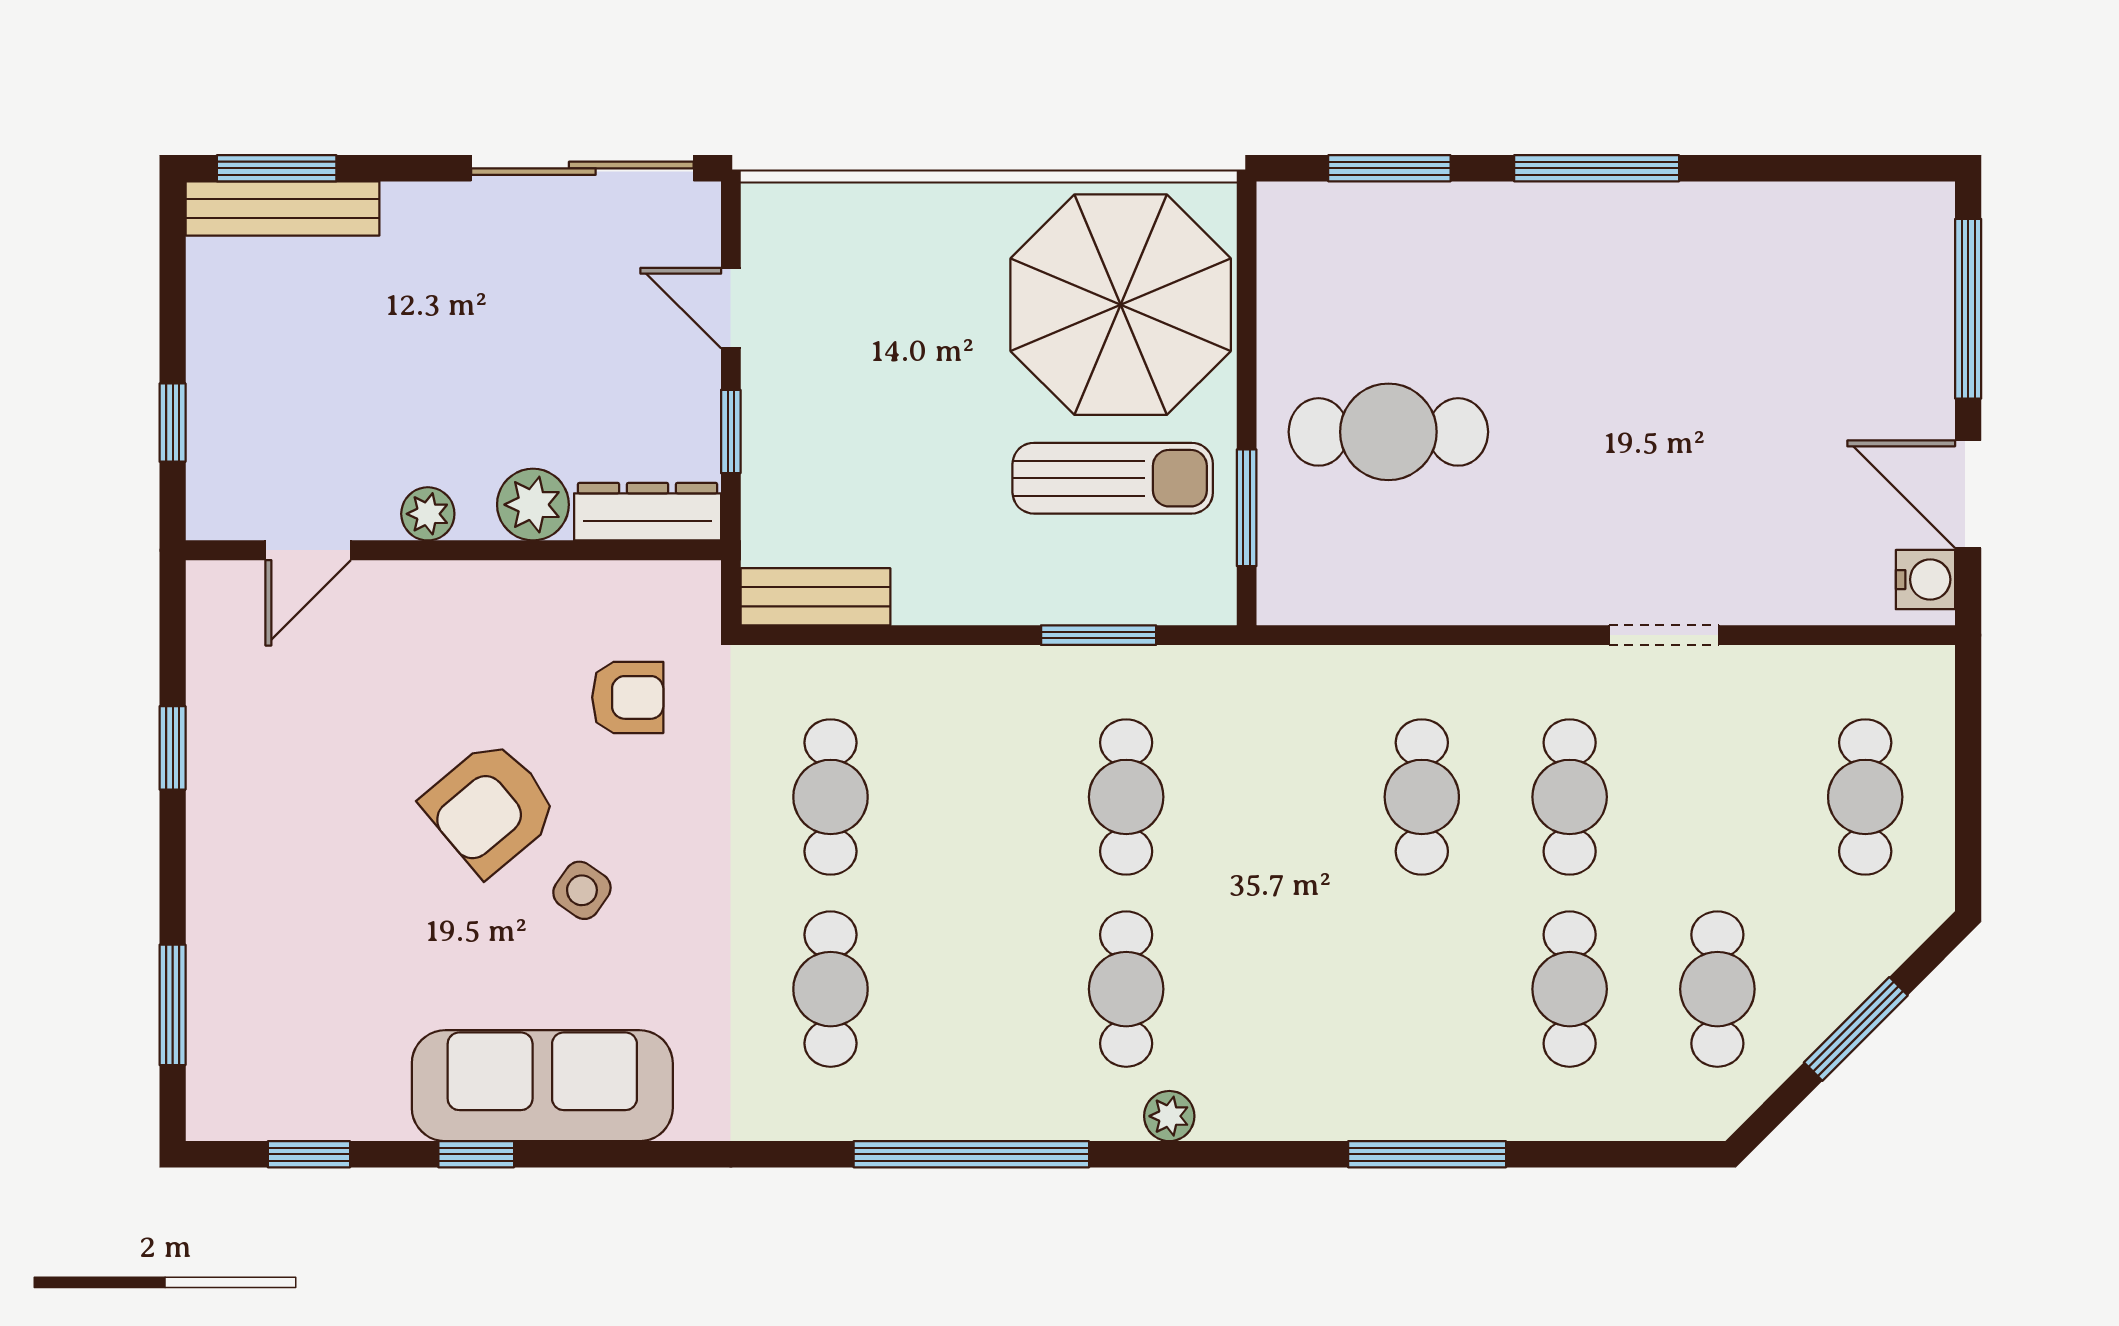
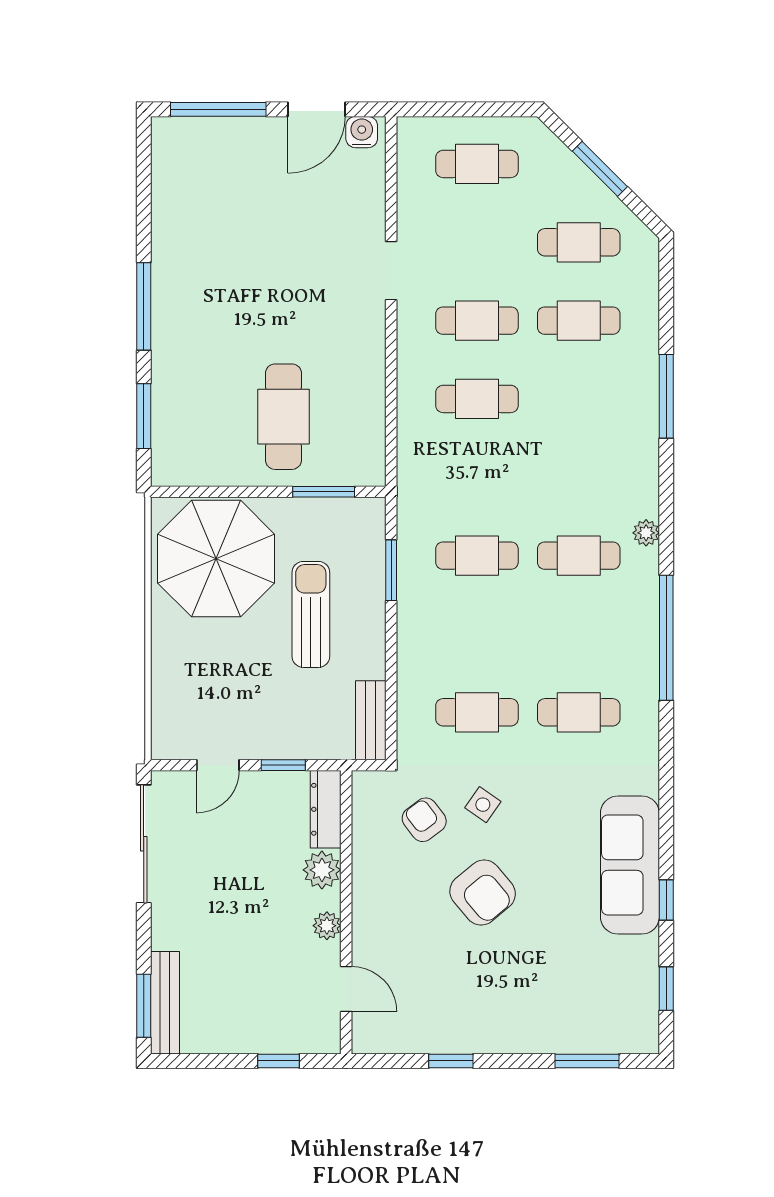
sun lounger: (1113, 478) -> (311, 614), moved
armchair: (628, 697) -> (424, 820), turned -37
side table: (582, 890) -> (483, 805), moved

